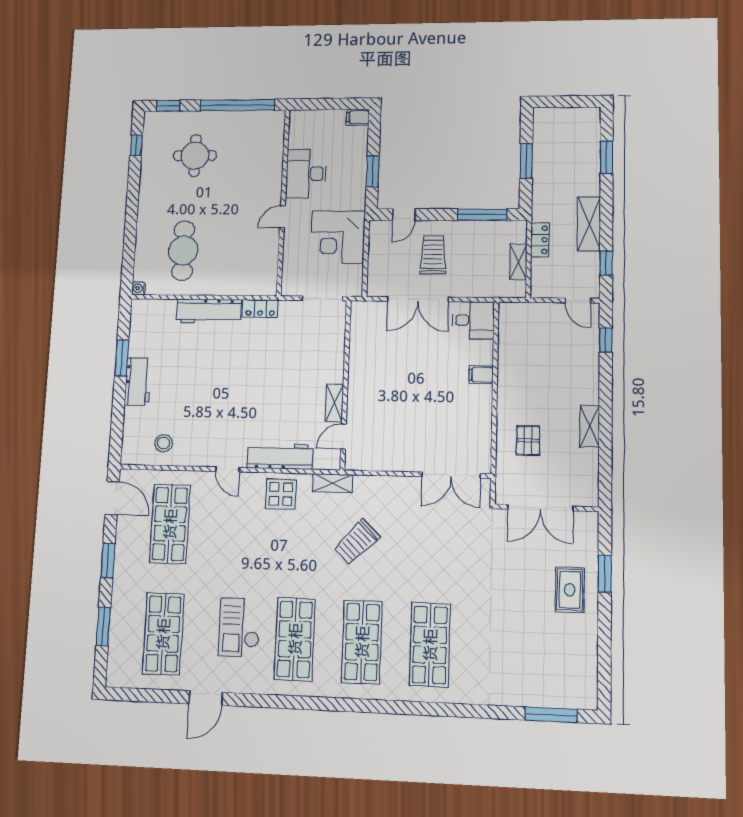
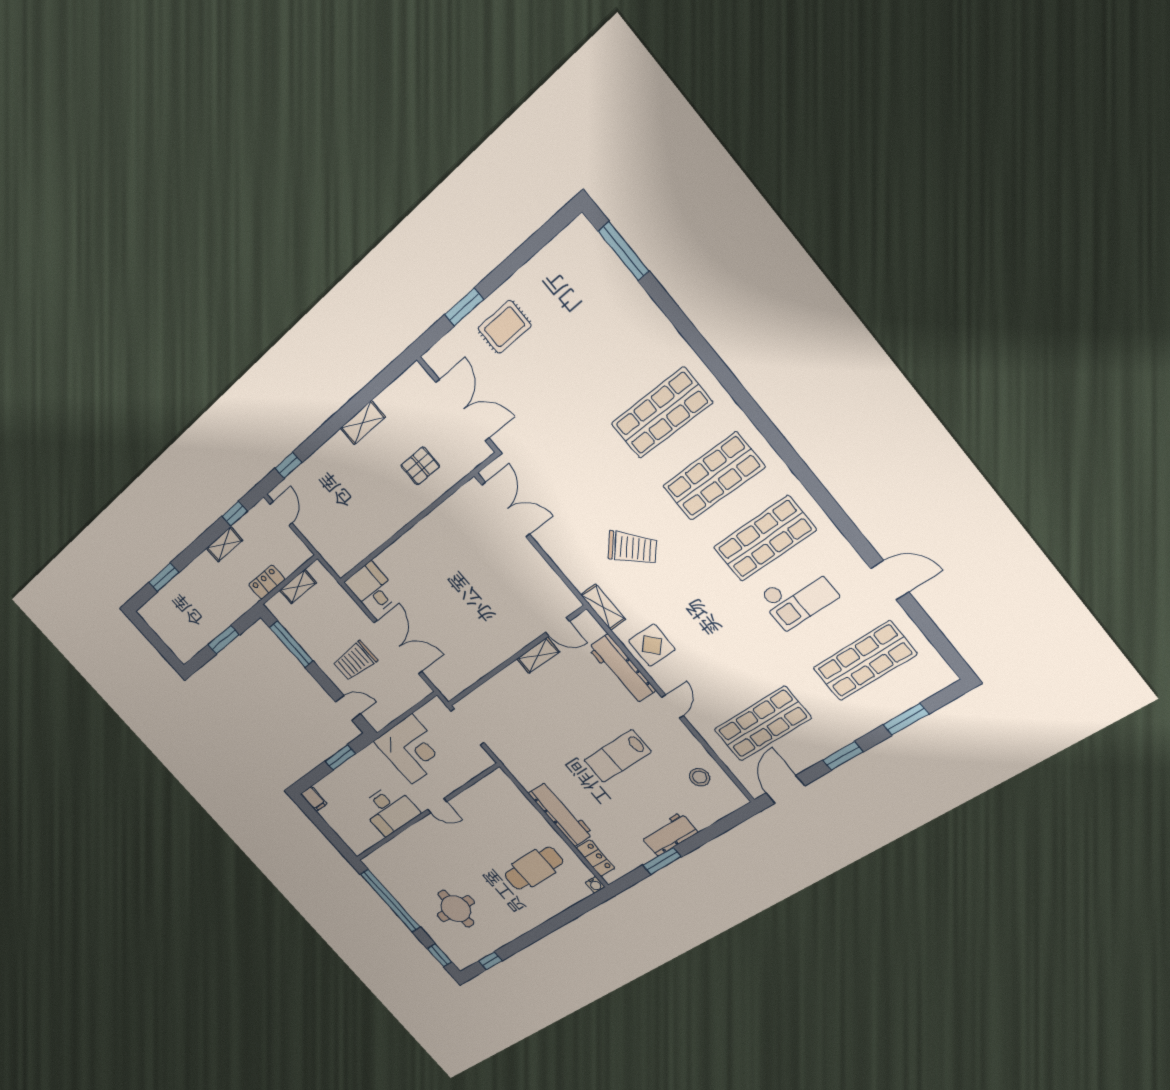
shelving: (589, 224) -> (224, 544), width x0.67, depth x0.75
locker: (260, 309) -> (595, 858), moved
filing cabinet: (481, 375) -> (406, 548), removed
lab bench: (221, 395) -> (618, 756), added

